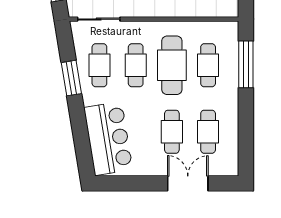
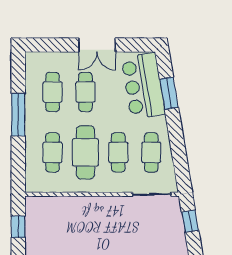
window: (246, 64) -> (18, 115), moved
window: (71, 78) -> (169, 93), moved
double door: (188, 183) -> (97, 45), moved

